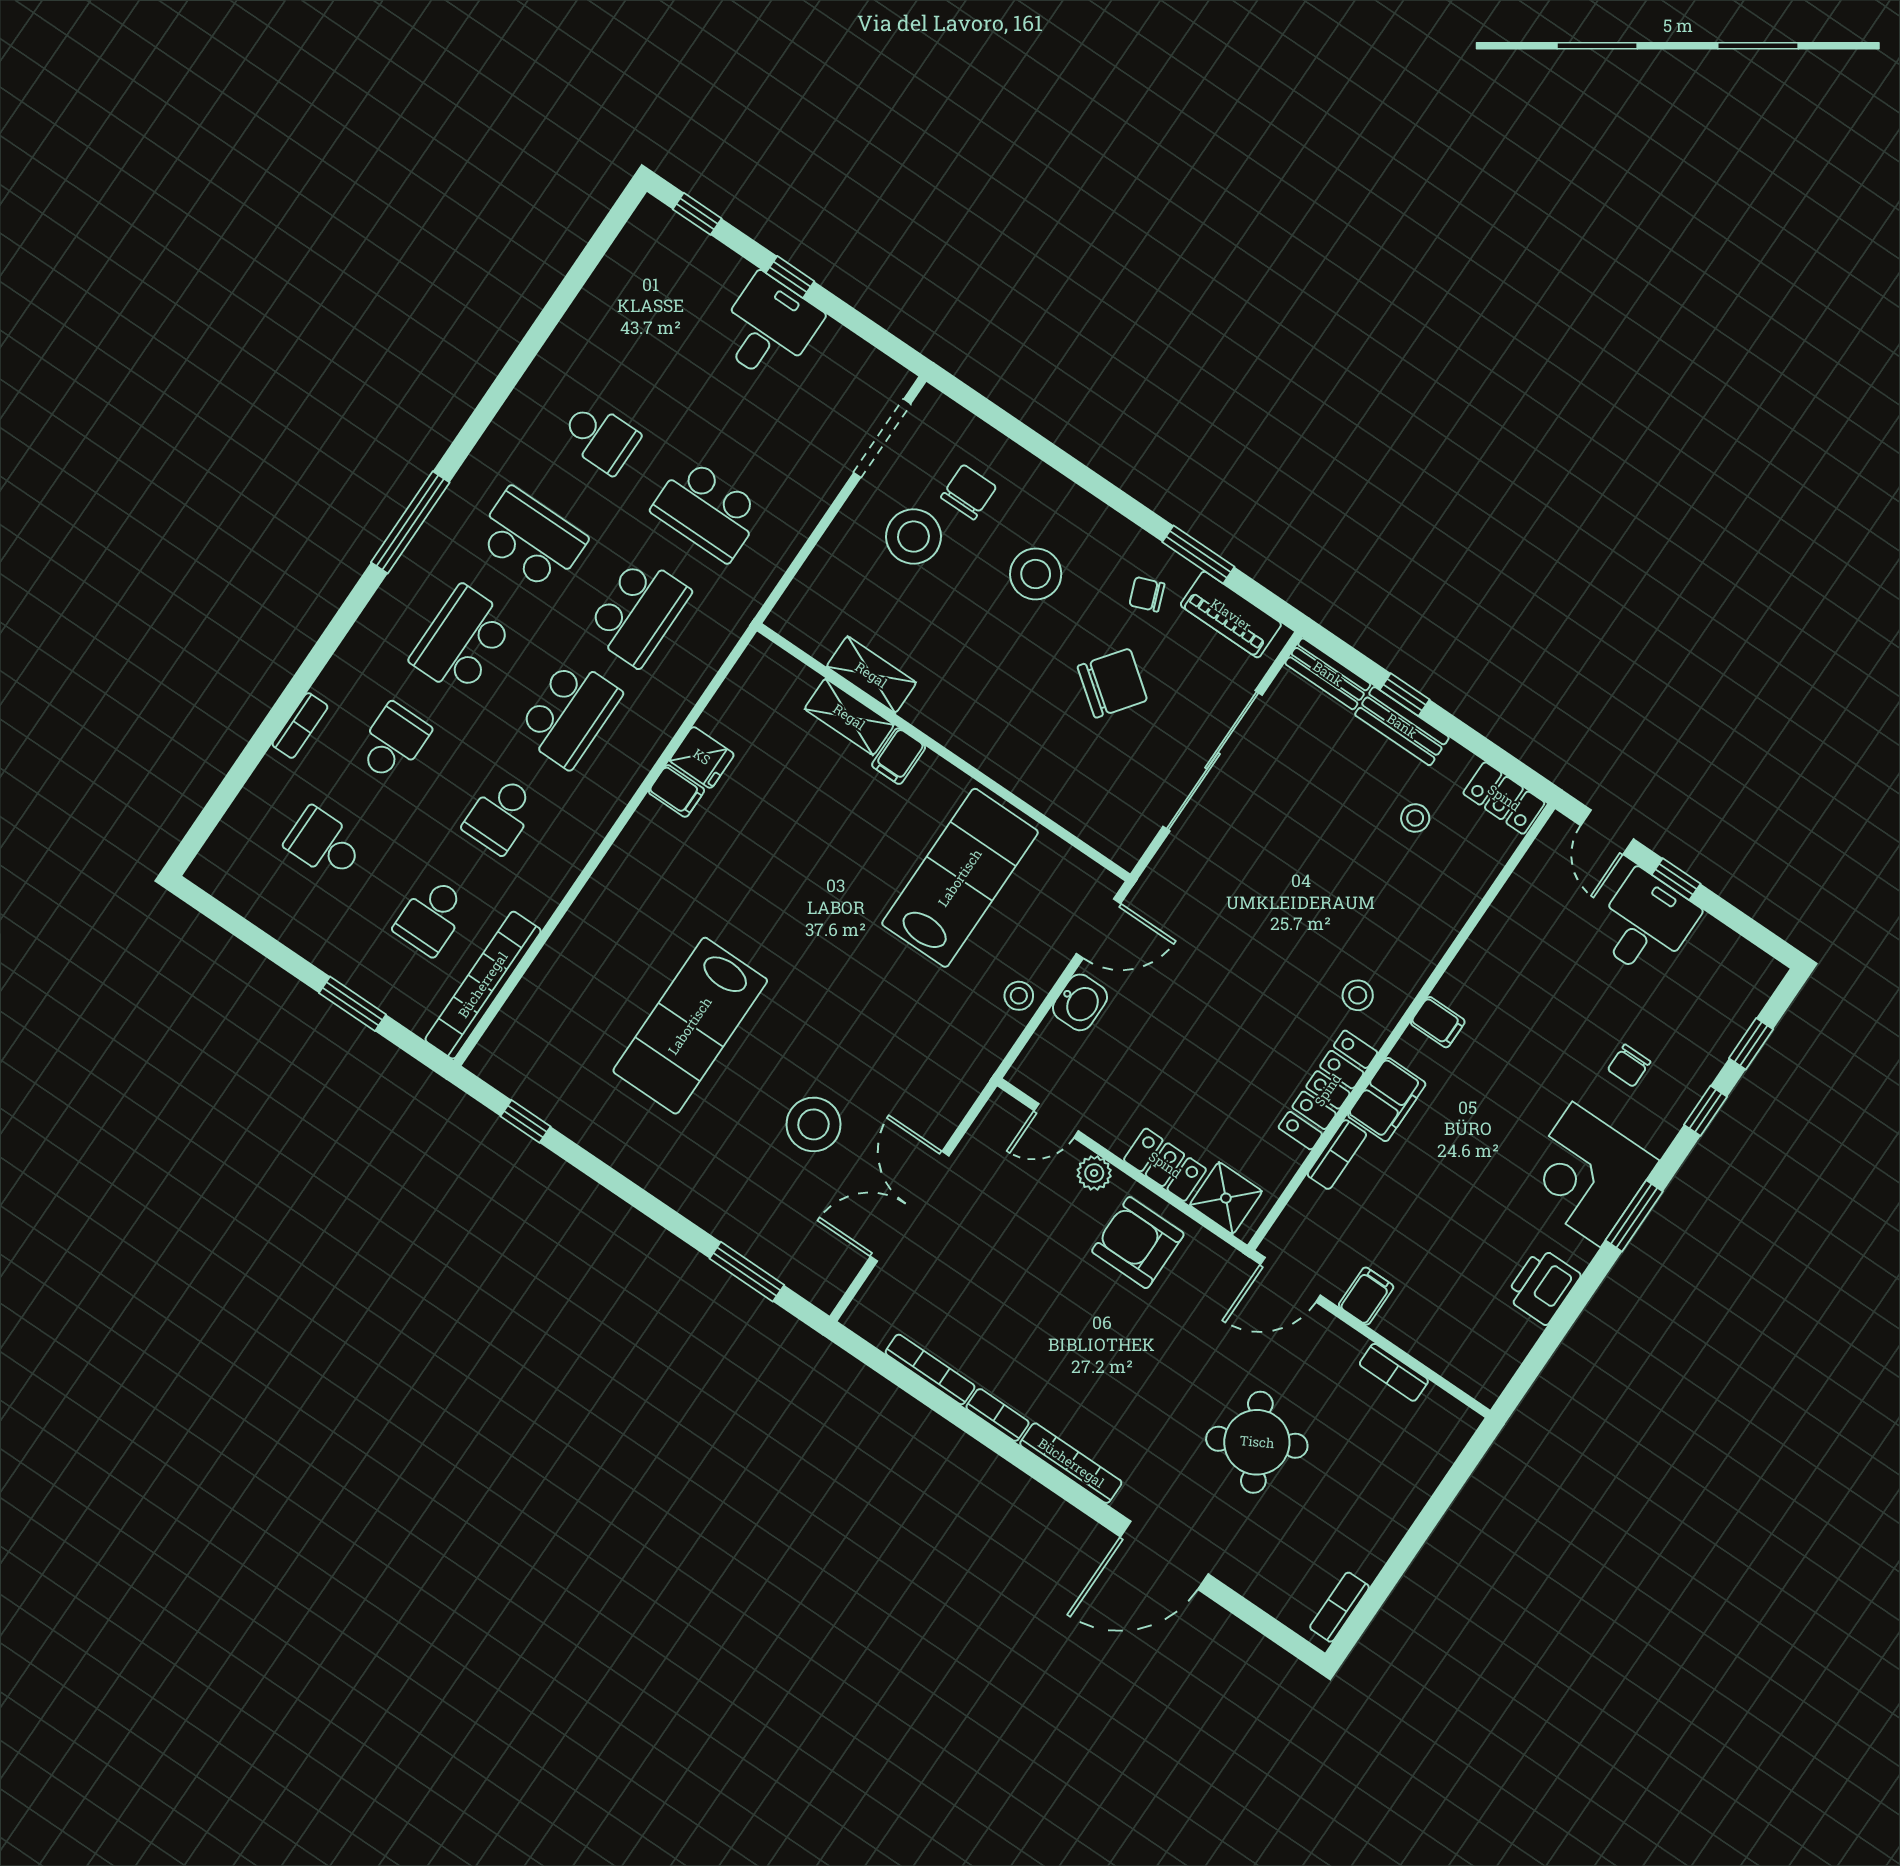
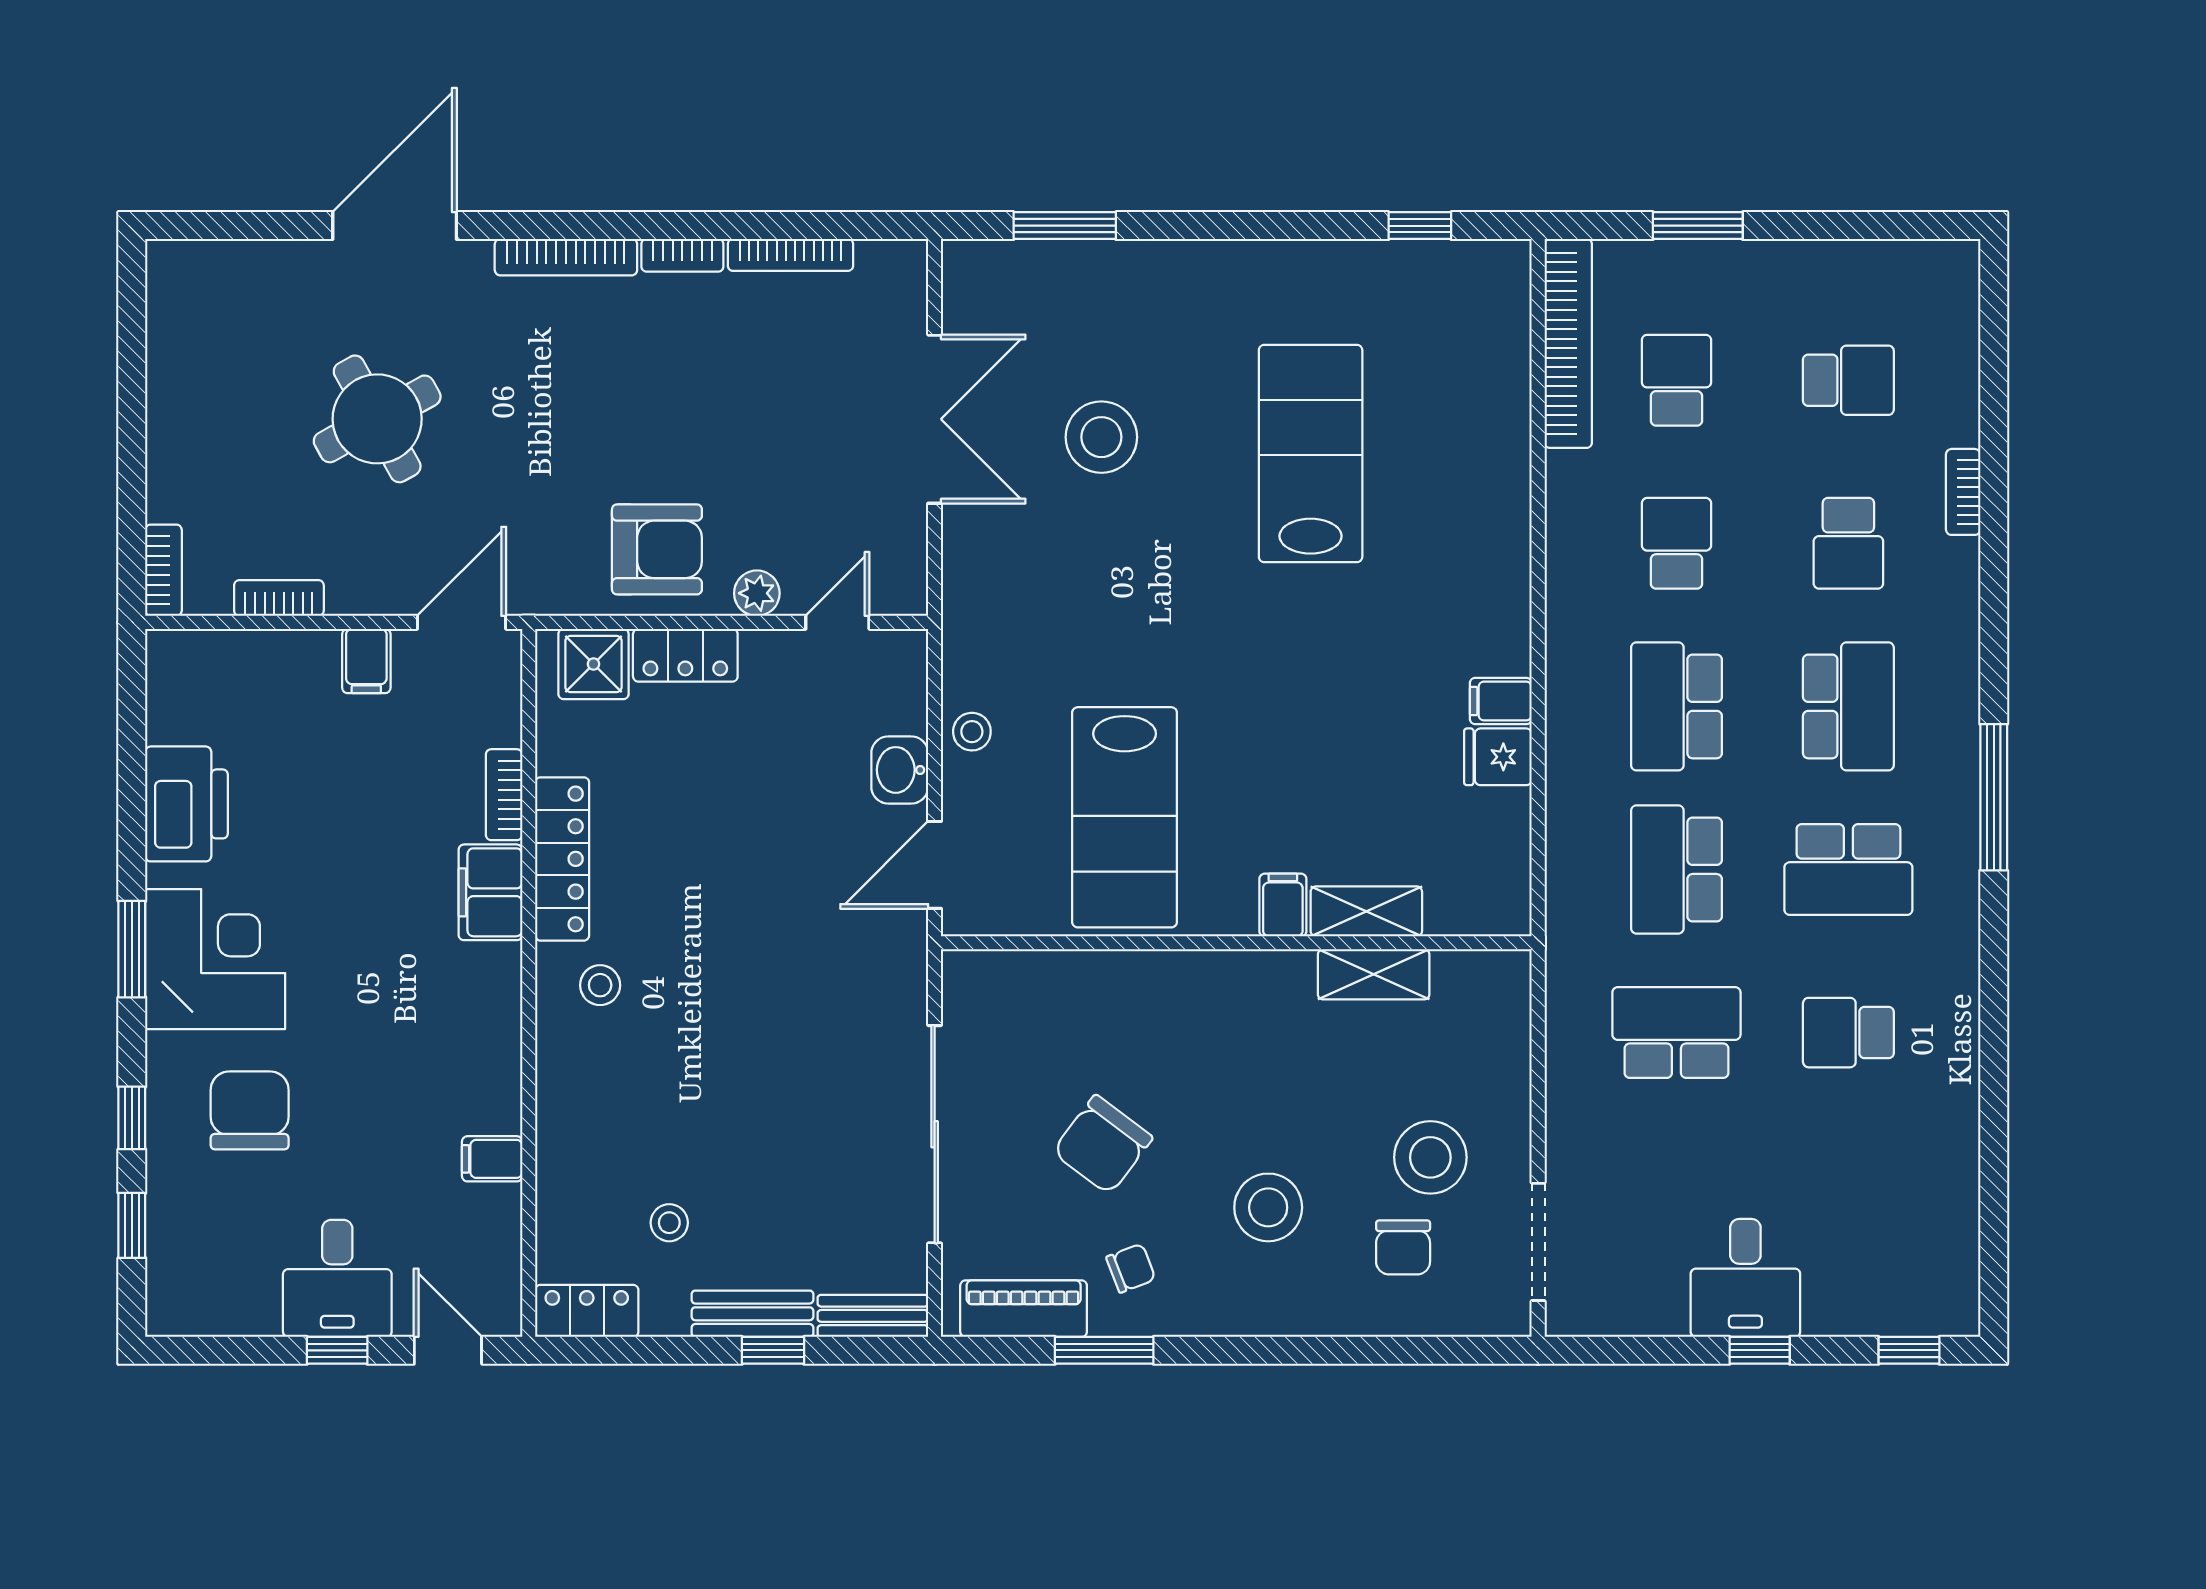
filing cabinet: (1438, 1022) -> (492, 1159), moved
chair: (1629, 1066) -> (250, 1110), width x1.87, depth x1.87
printer: (1543, 1286) -> (186, 804), width x1.37, depth x1.19
bookcase: (1339, 1607) -> (163, 570), moved

